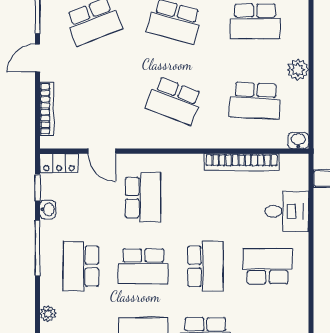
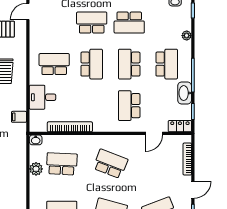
plant: (298, 70) -> (36, 169), moved
door: (102, 151) -> (154, 133), swing flipped
washbasin: (48, 209) -> (185, 93), width x1.91, depth x1.45
school desk: (143, 266) -> (129, 64), turned -90
school desk: (205, 266) -> (92, 64), turned 180
school desk: (268, 266) -> (54, 64), turned 180

